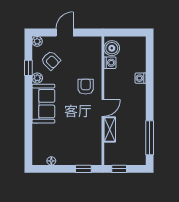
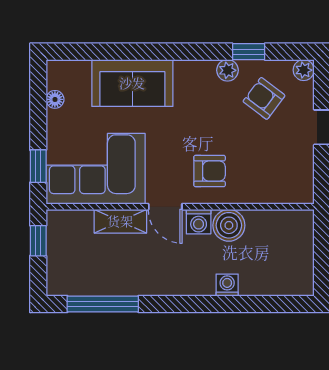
boiler: (112, 48) -> (229, 225), moved
armchair: (51, 60) -> (264, 98), turned 82
washing machine: (110, 63) -> (199, 222), moved
sofa: (43, 104) -> (132, 83), moved
corner sofa: (85, 141) -> (96, 169), added

